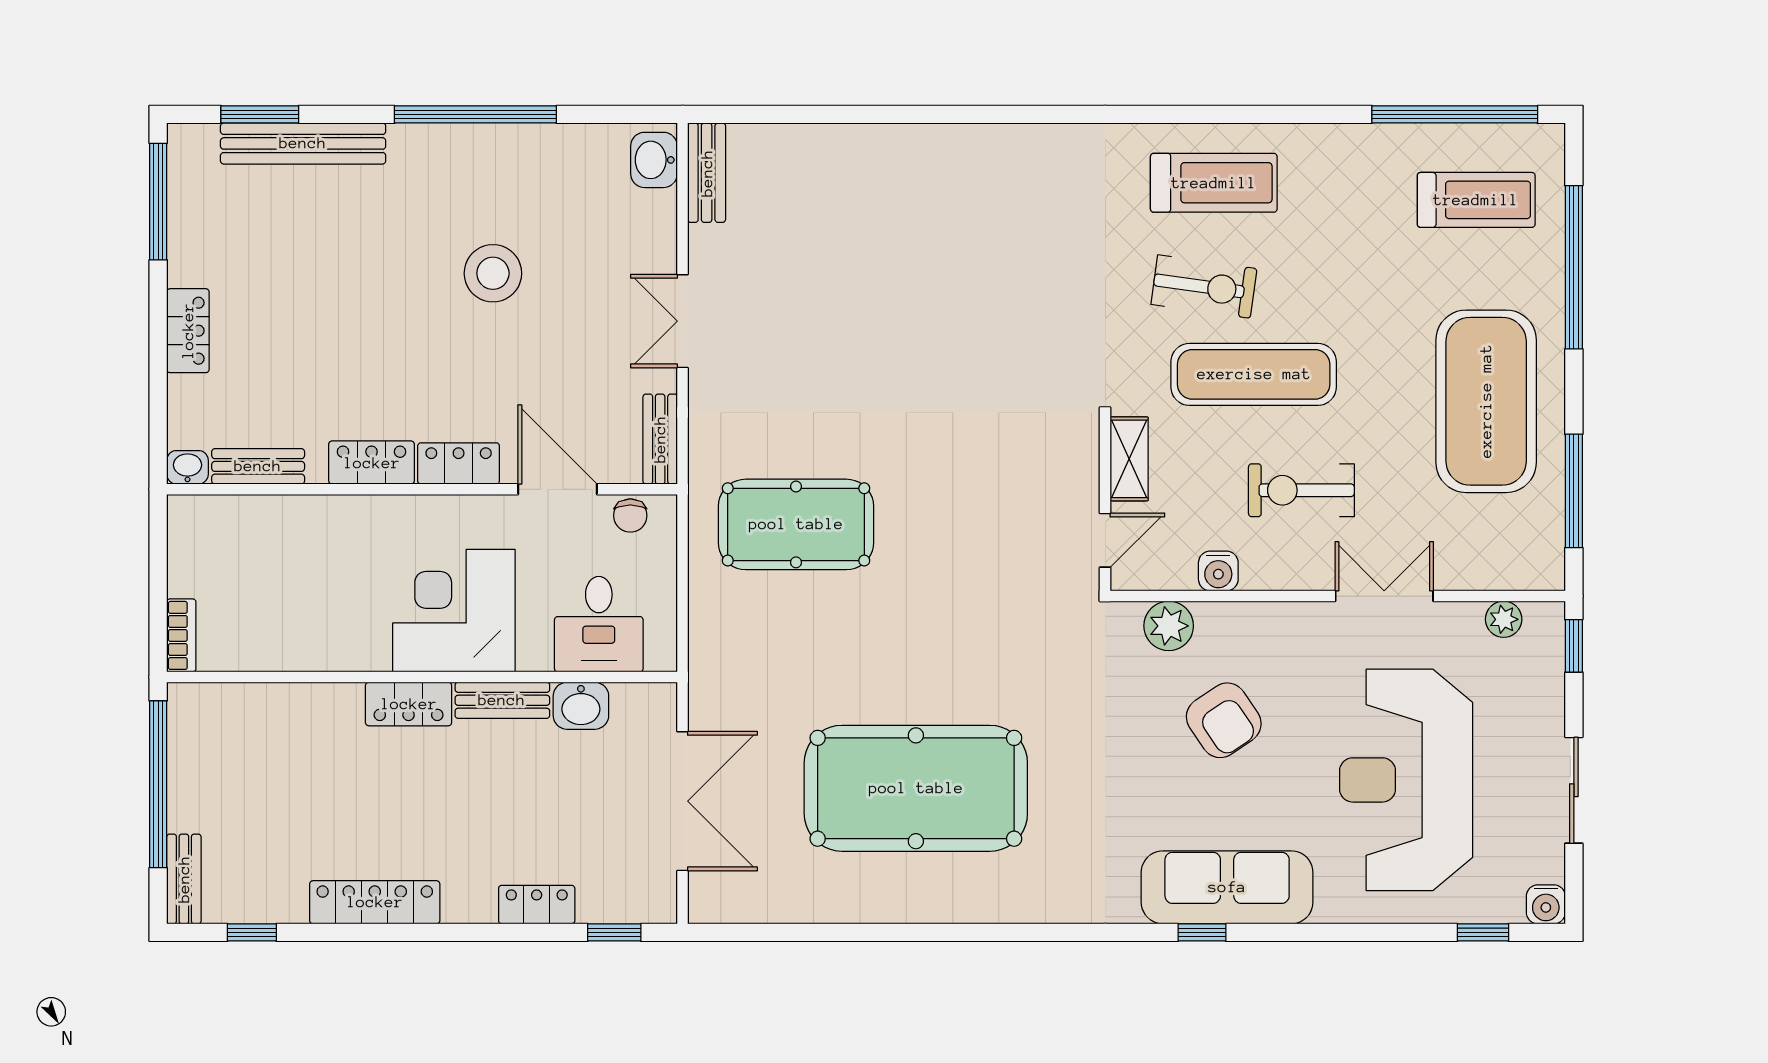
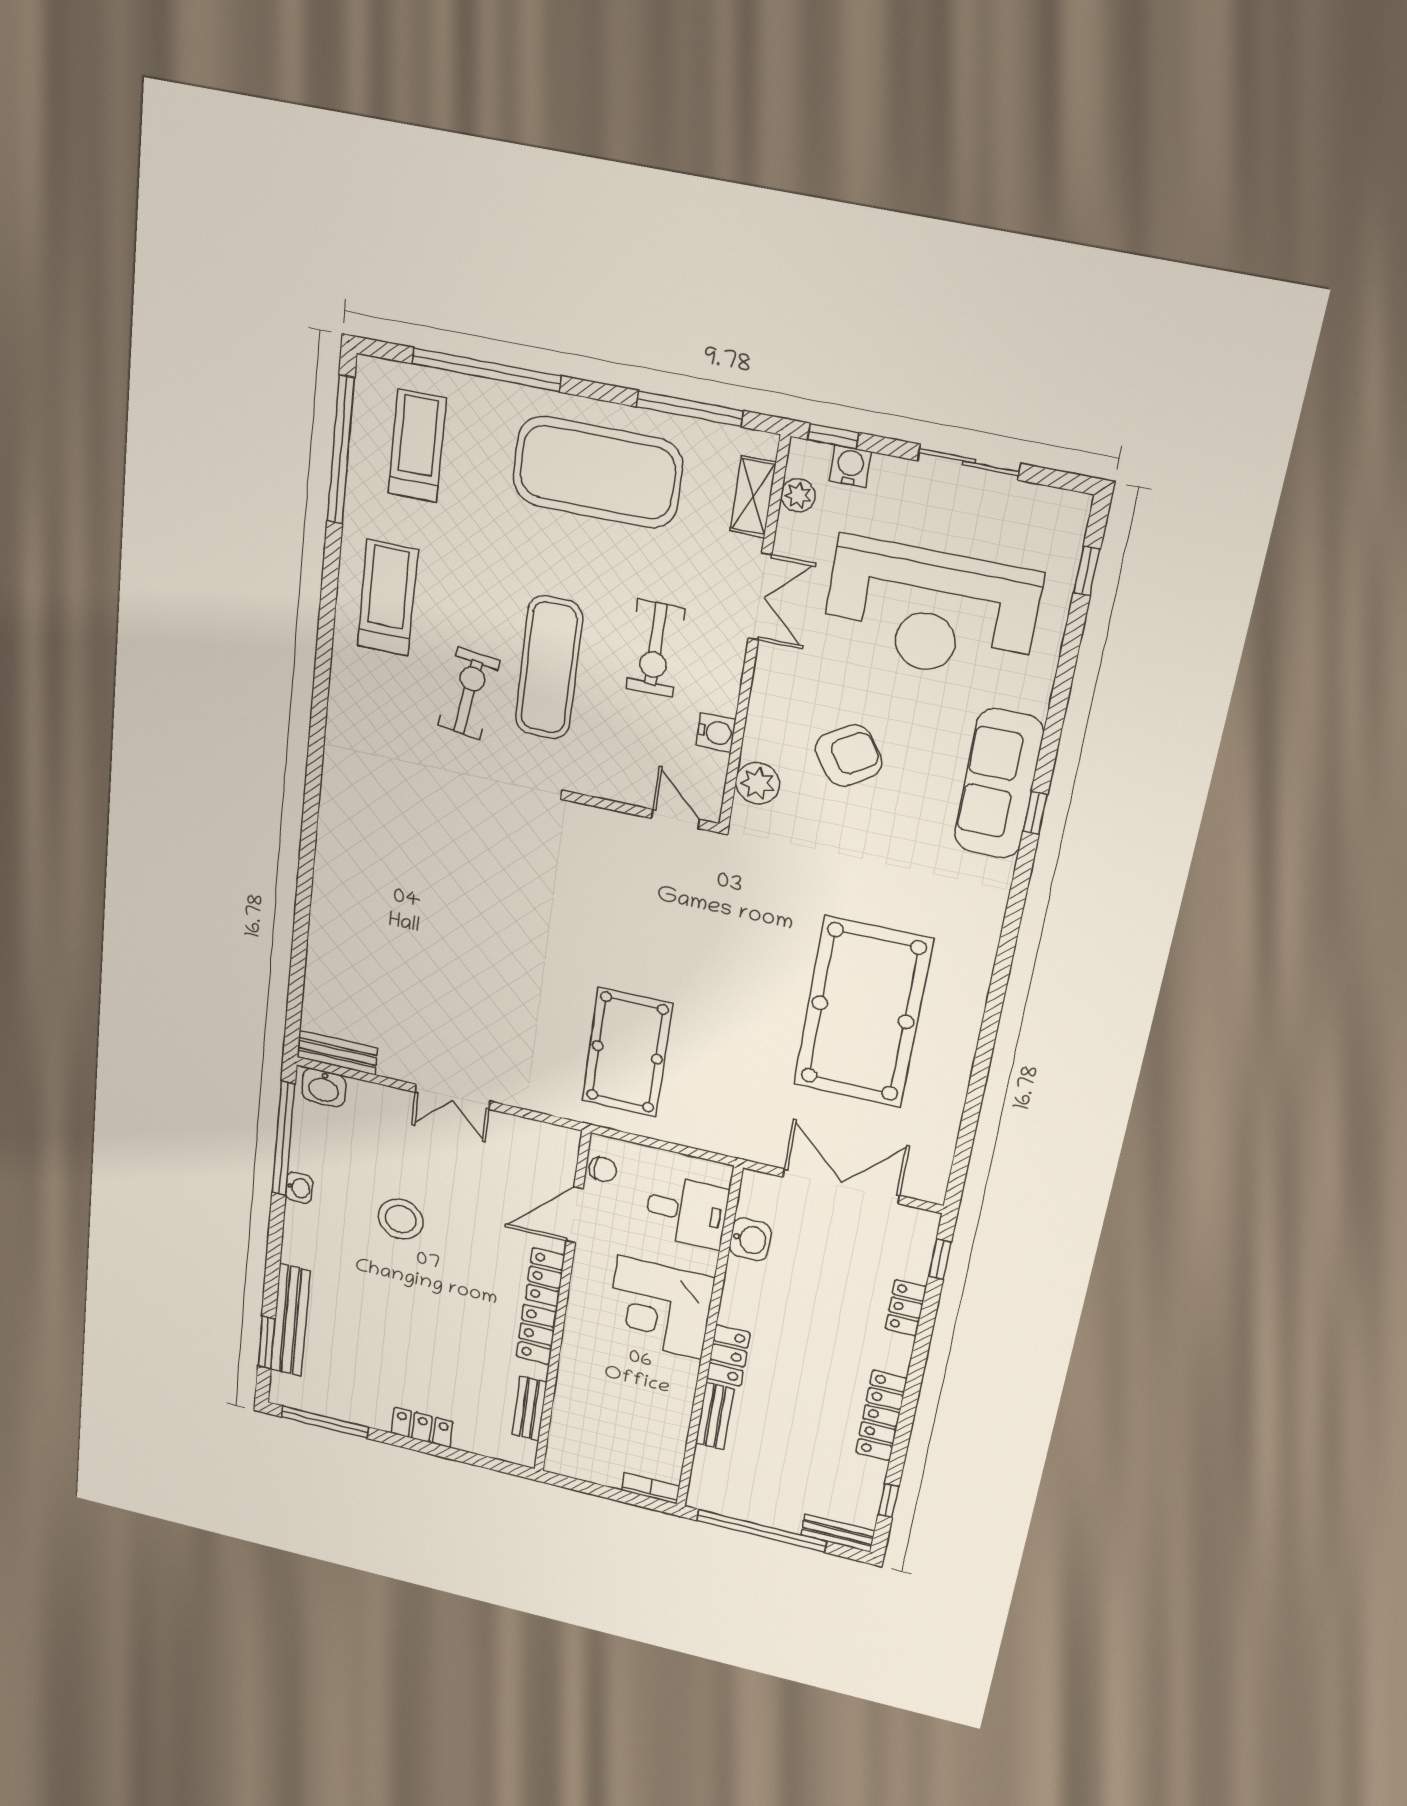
window: (475, 114) -> (283, 1139), moved
treadmill: (1214, 183) -> (388, 598), moved
bench: (660, 439) -> (545, 1134), removed
shelving: (1129, 459) -> (753, 497), moved, turned 90
washbasin: (188, 467) -> (299, 1188), moved, turned 180
double door: (1384, 596) -> (760, 597), swing flipped
bench: (502, 700) -> (715, 1416), moved
water cooler: (1546, 904) -> (850, 466), moved, turned -90

